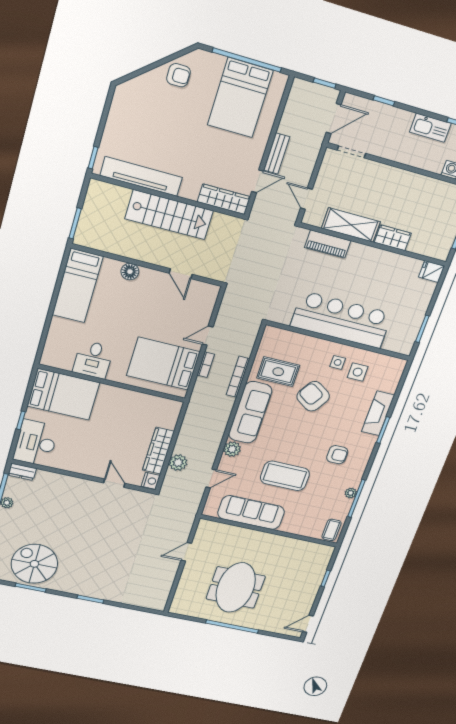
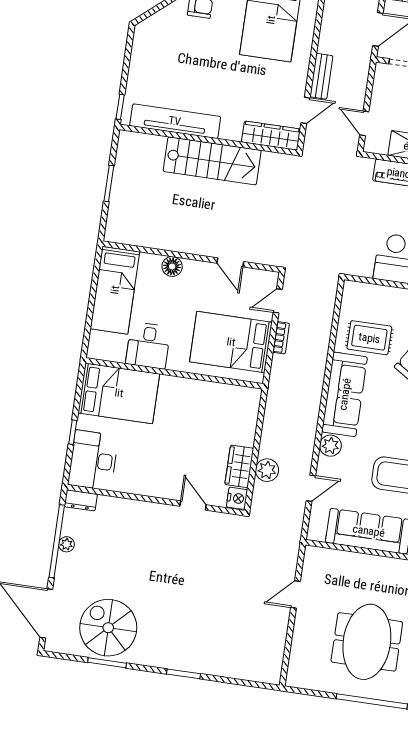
wall: (148, 265) -> (191, 257), moved
floor lamp: (130, 272) -> (172, 266), moved
door: (181, 274) -> (230, 262), moved
bed: (78, 286) -> (115, 290), moved
bookcase: (238, 377) -> (322, 349), removed
wardrobe: (158, 451) -> (239, 466), width x0.67

